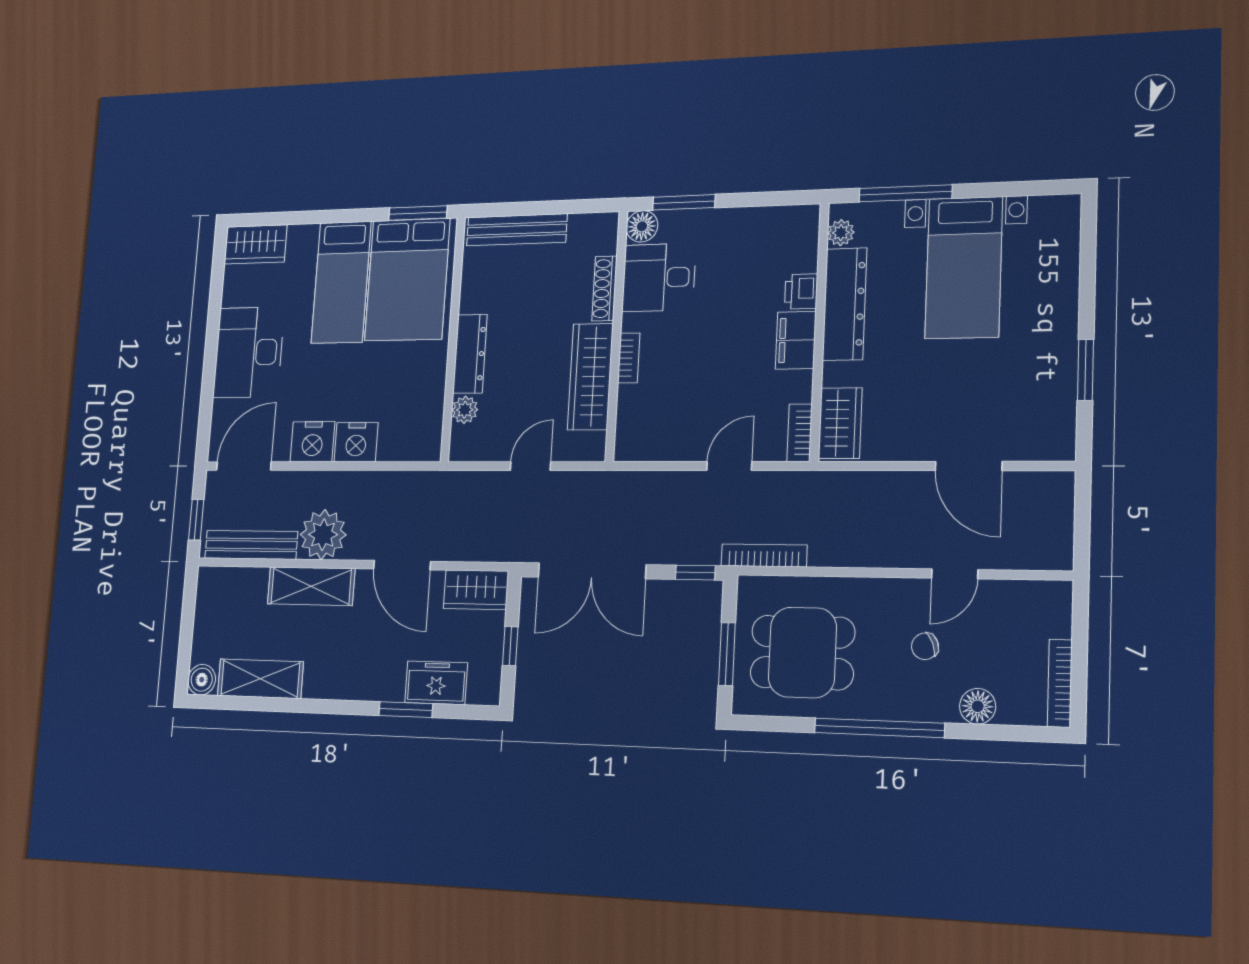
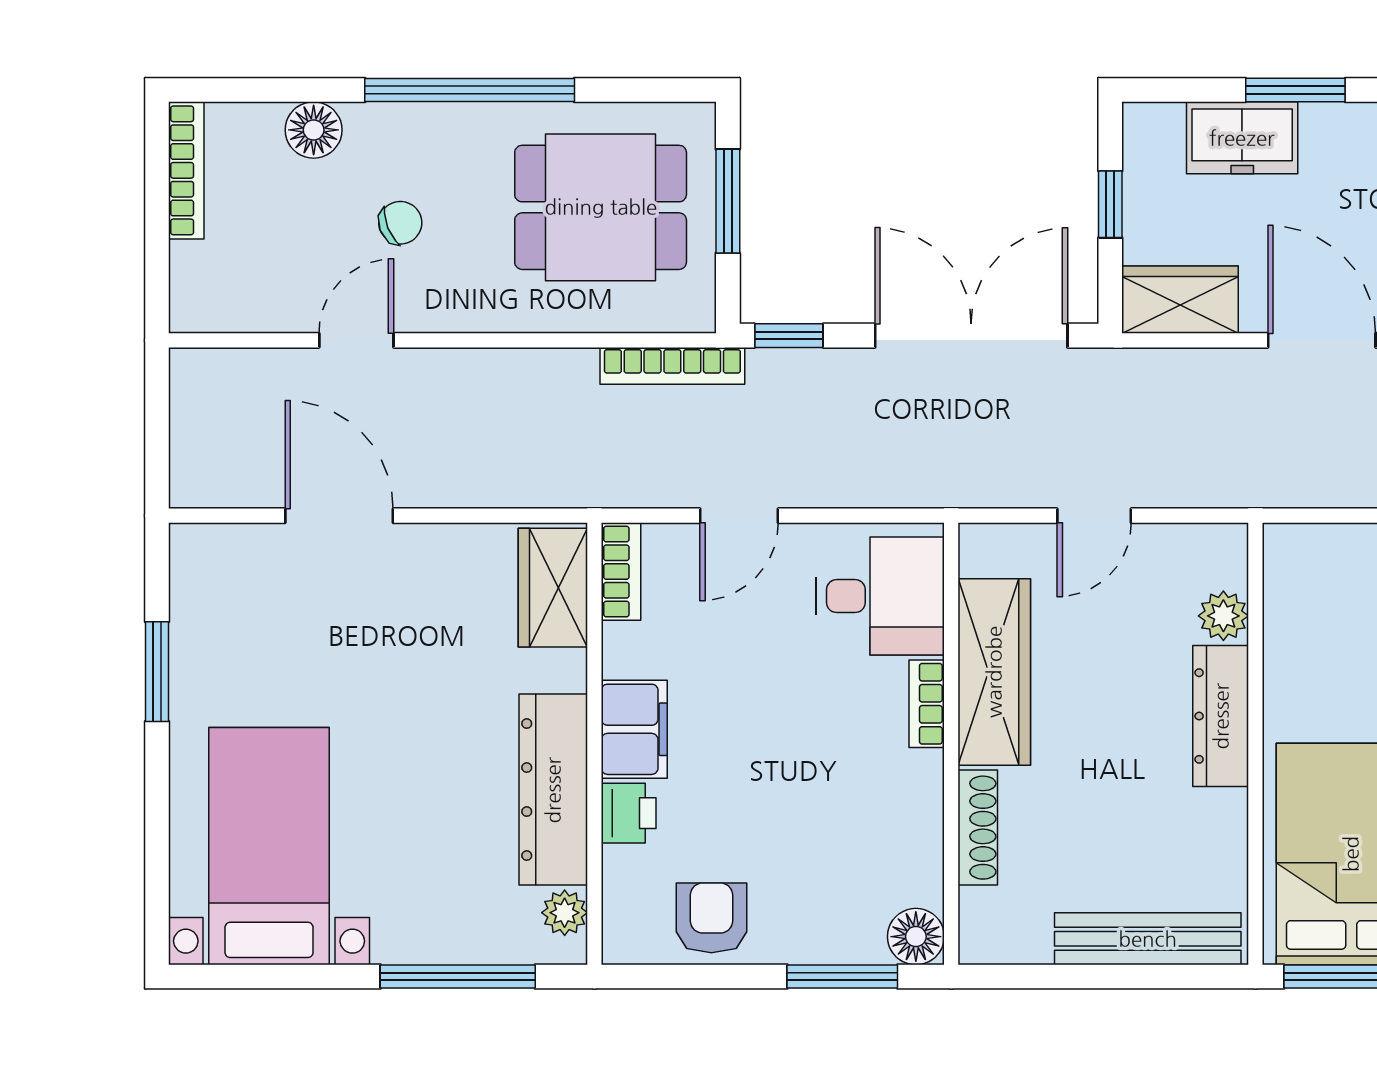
armchair: (756, 233) -> (711, 918), added
bed with nightstands: (964, 268) -> (269, 846), moved
desk: (659, 278) -> (880, 596), moved

